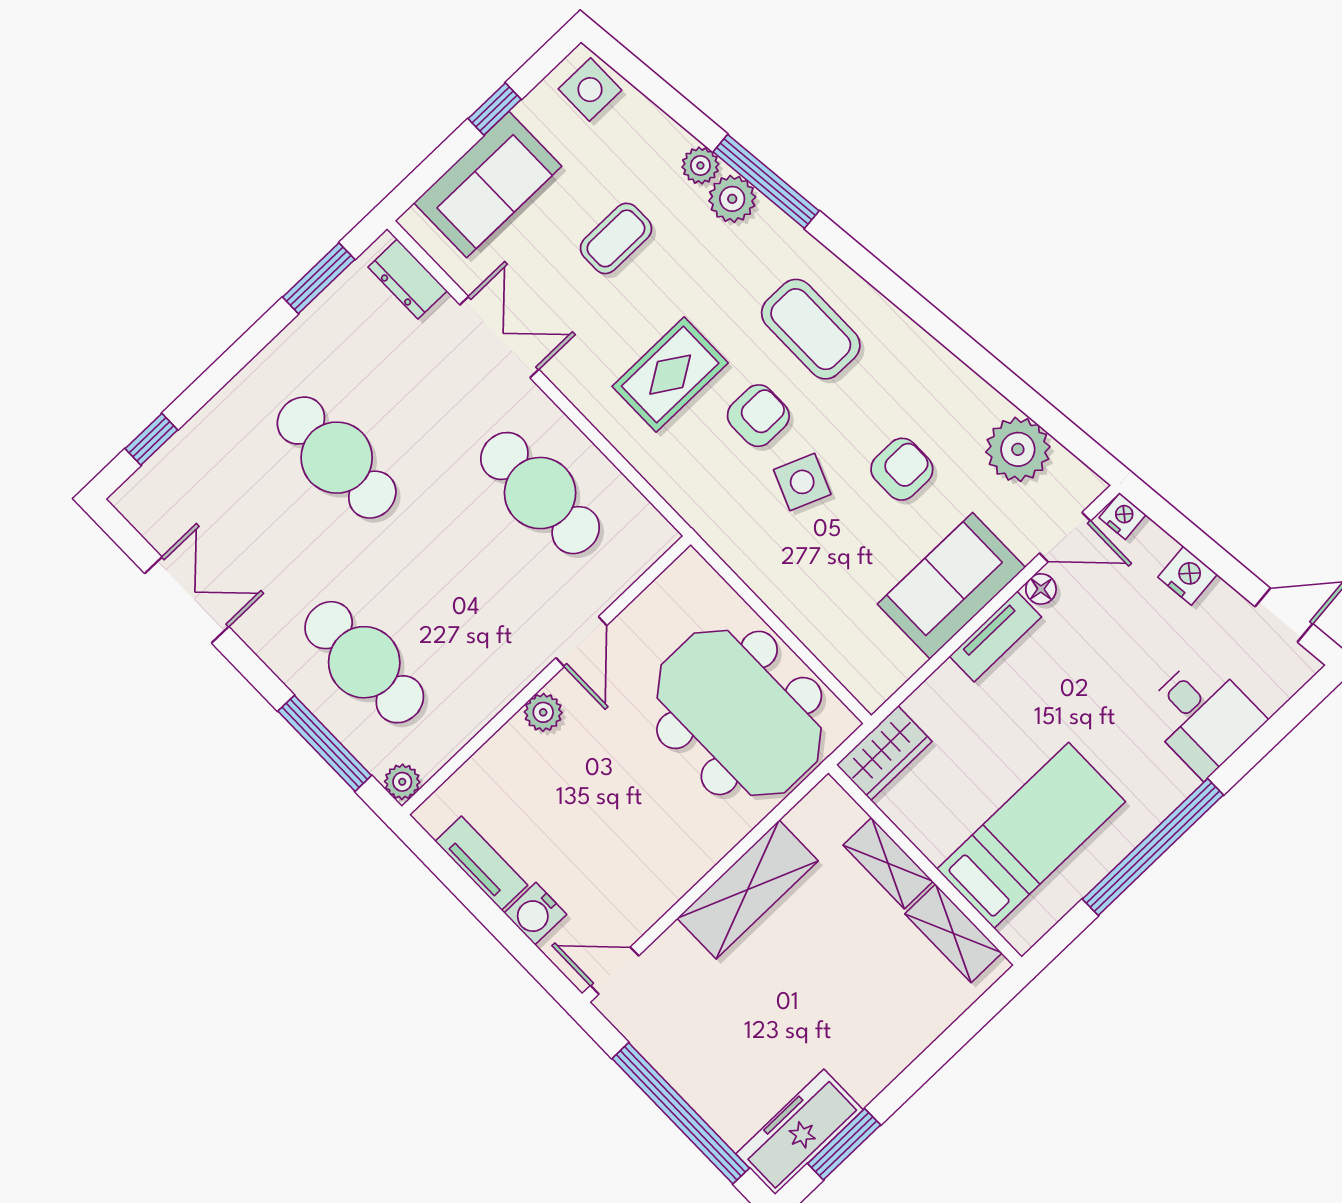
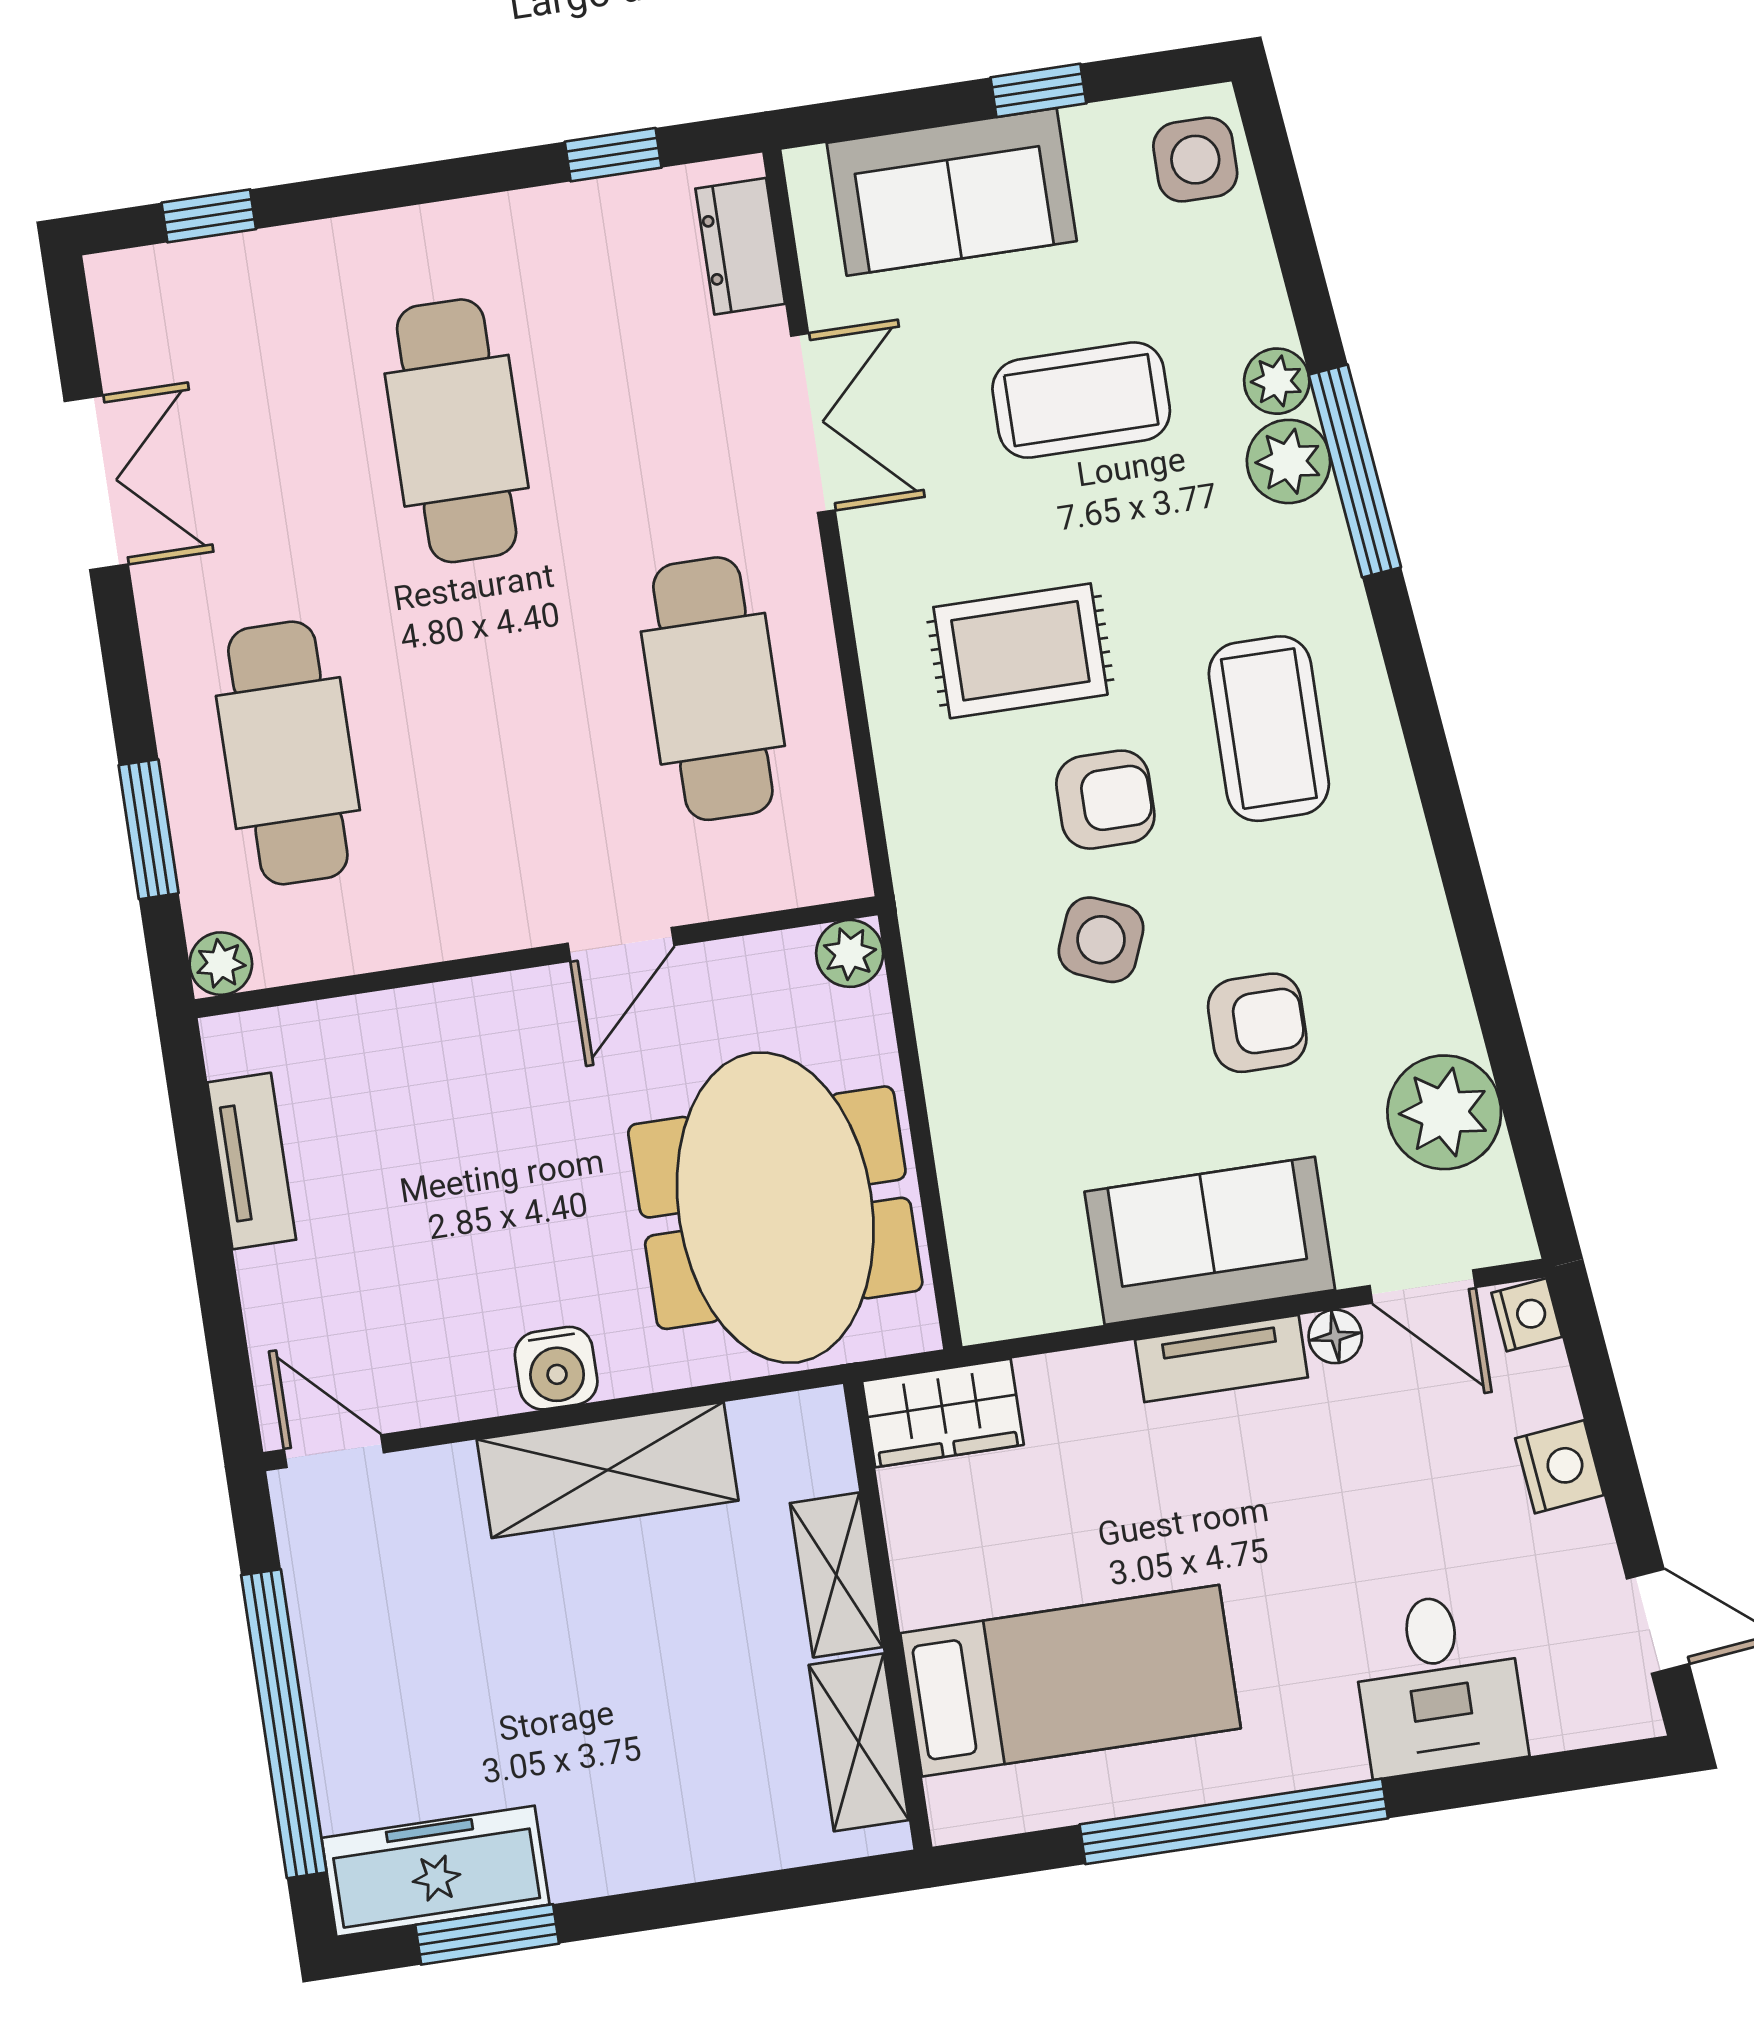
coffee table: (616, 238) -> (1081, 400), width x1.36, depth x1.30
window: (319, 278) -> (613, 155), width x0.67
plant: (543, 712) -> (850, 953), moved
window: (325, 743) -> (149, 829), width x0.69
water cooler: (535, 914) -> (556, 1368), moved, turned -90

